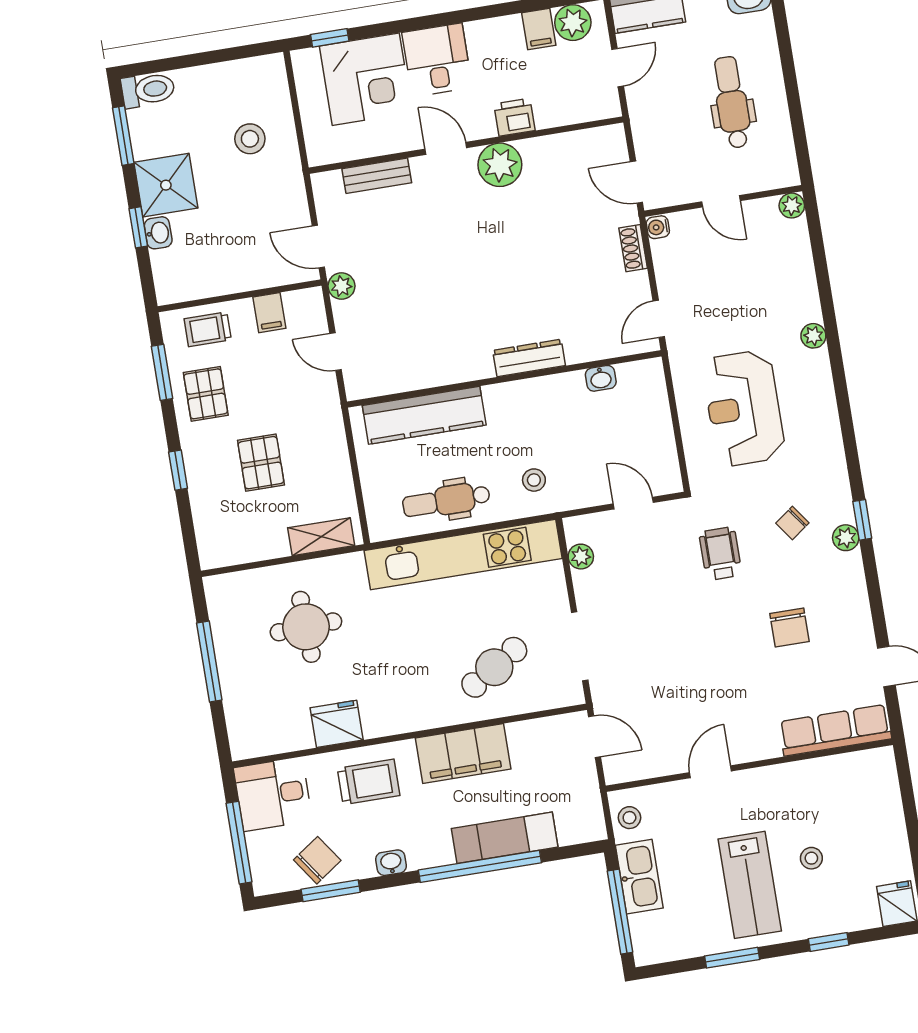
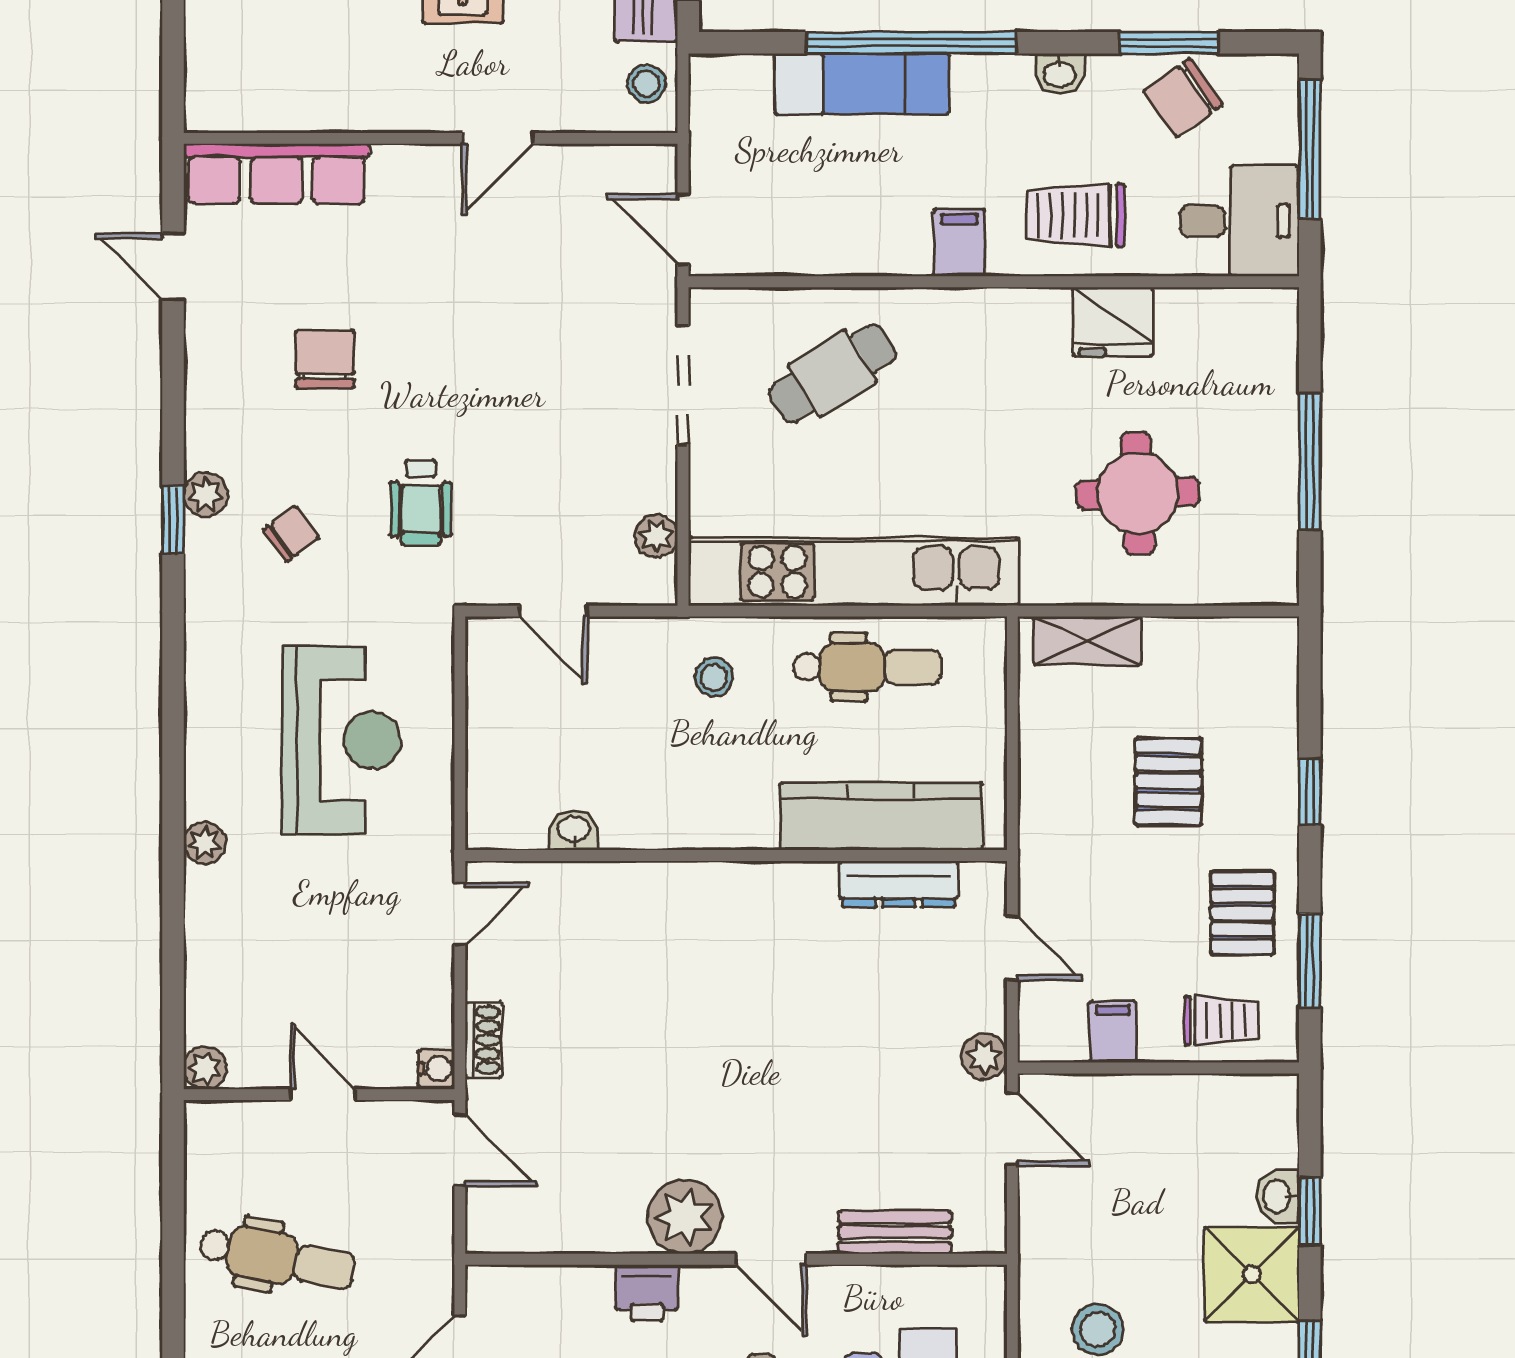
dental chair: (732, 102) -> (277, 1258), turned -79
dresser: (529, 358) -> (899, 884), moved
filing cabinet: (463, 754) -> (959, 243), width x0.33, depth x0.86

